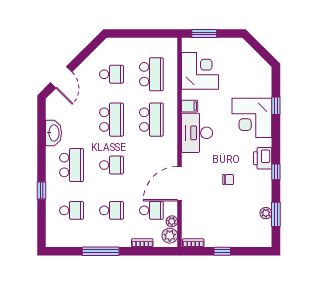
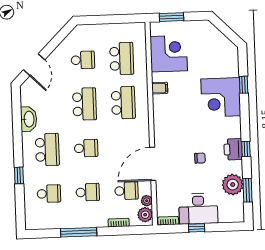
desk: (197, 133) -> (198, 209), moved, turned -90
printer: (263, 158) -> (233, 149), moved
plant: (266, 213) -> (233, 185), width x1.88, depth x1.88

